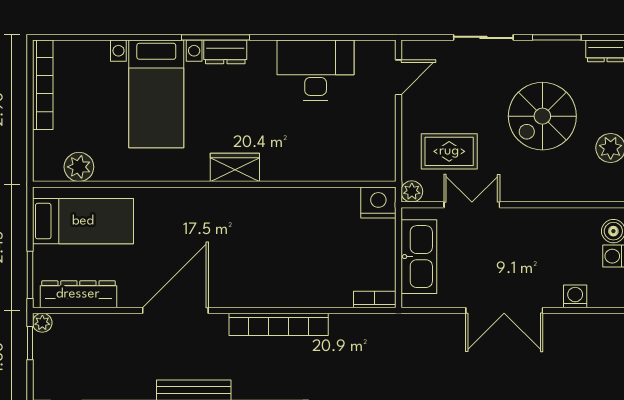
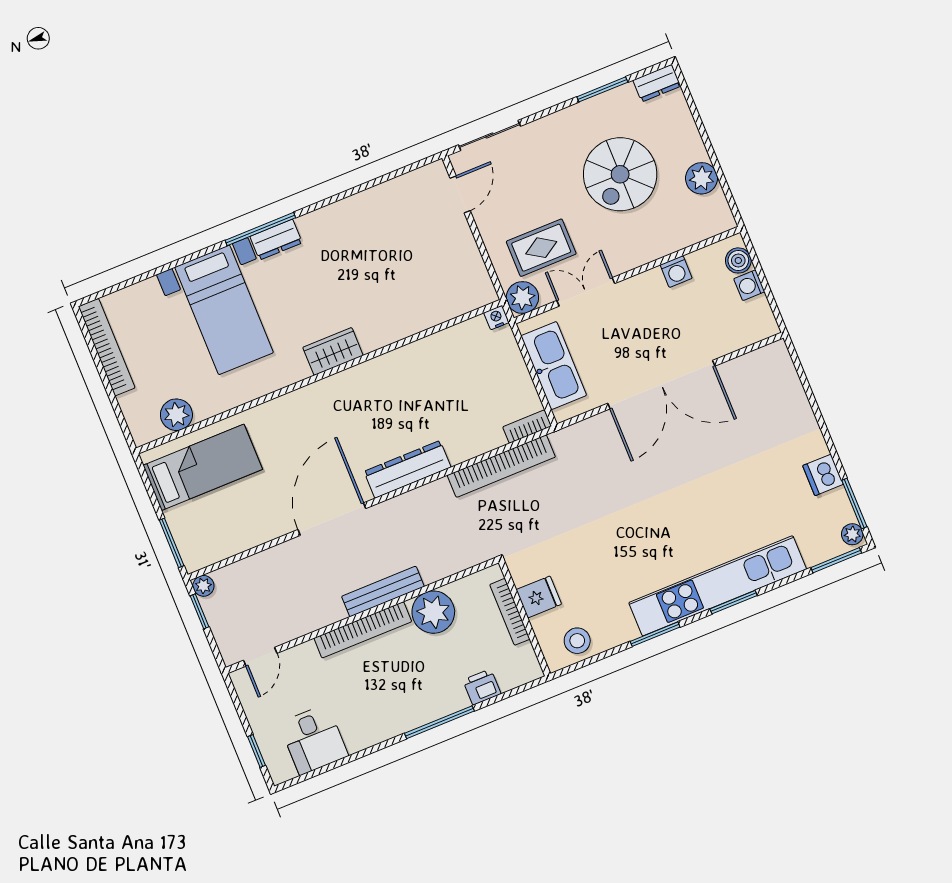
sliding door: (483, 37) -> (489, 135), moved
desk: (316, 70) -> (374, 221), removed
plant: (412, 191) -> (522, 297), width x1.38, depth x1.38
nightstand: (378, 202) -> (496, 318), width x0.53, depth x0.56
dresser: (78, 294) -> (407, 469), moved
washing machine: (575, 296) -> (676, 272), moved, turned 180
double door: (504, 310) -> (661, 385), width x1.36
bookcase: (279, 324) -> (501, 466), moved

